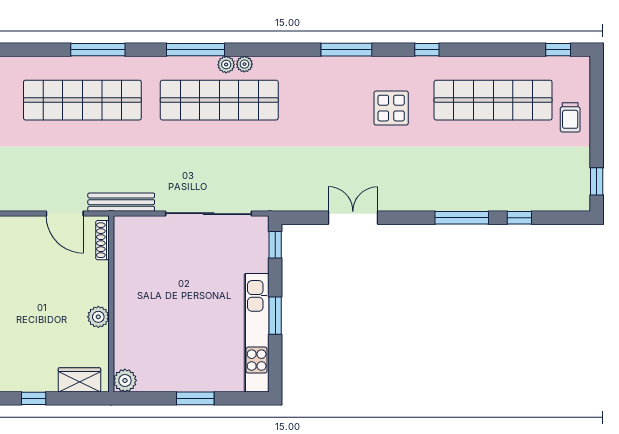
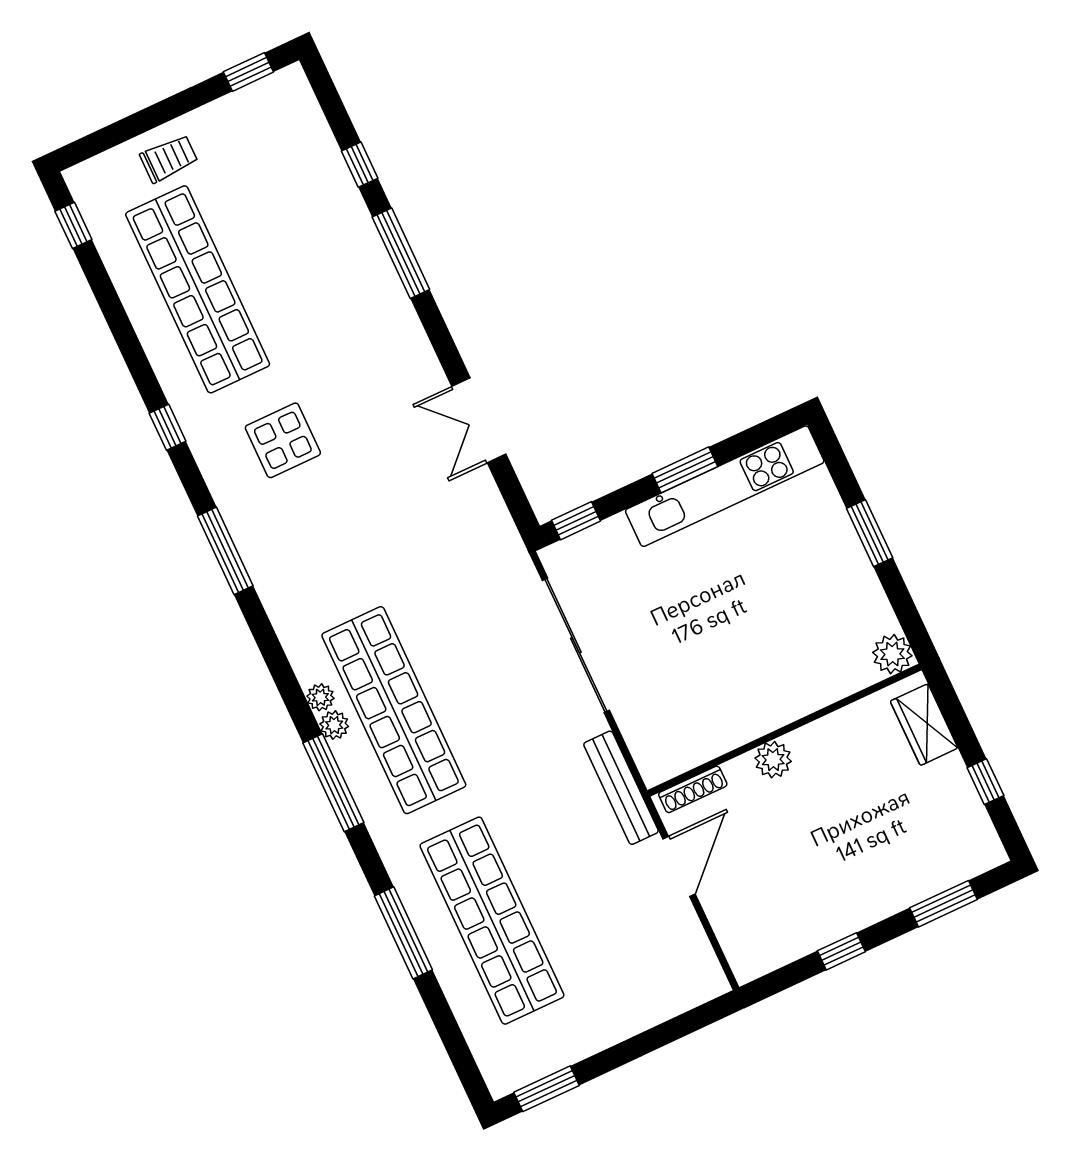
plant: (98, 317) -> (773, 760), moved

